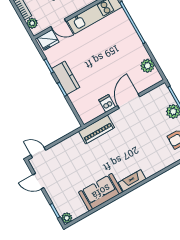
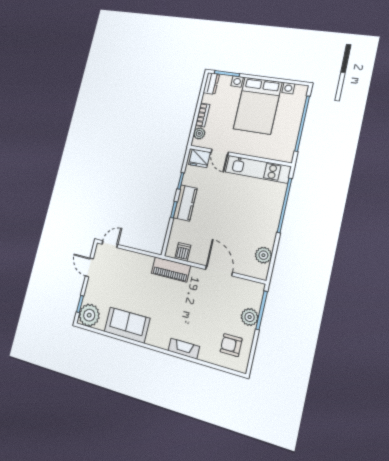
door: (129, 101) -> (219, 271), hinge flipped
dishwasher: (107, 104) -> (183, 252), moved
door: (38, 153) -> (110, 244), hinge flipped
fireplace: (132, 181) -> (184, 349), moved
plant: (67, 218) -> (89, 315), width x1.88, depth x1.88

